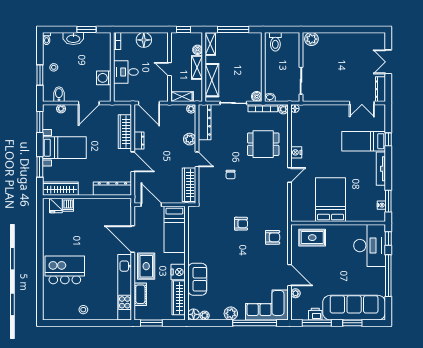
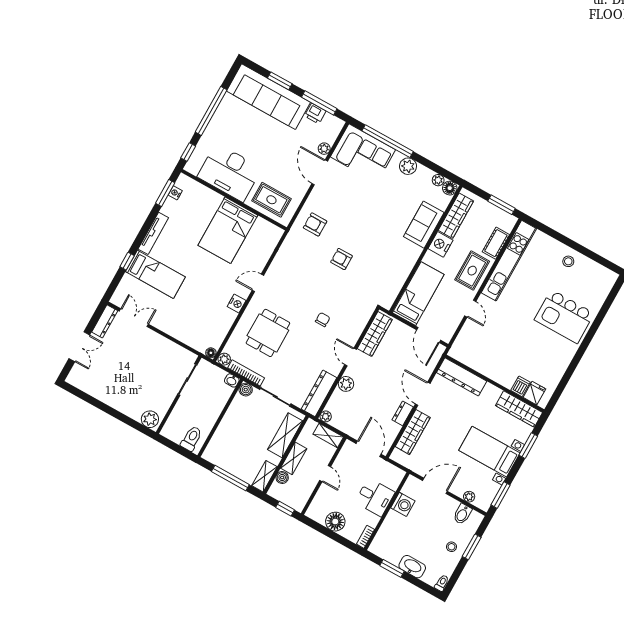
dining table: (263, 144) -> (268, 333), turned 90
door: (133, 239) -> (470, 309), width x0.53
desk: (370, 246) -> (230, 172), moved, turned -90

